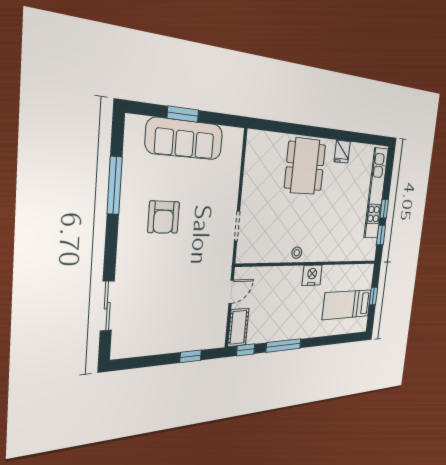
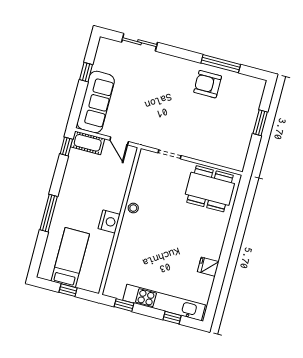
sofa: (185, 139) -> (96, 102), moved, turned 180
dining table: (305, 166) -> (210, 189), moved
window: (384, 209) -> (172, 318), moved
armchair: (164, 217) -> (208, 84), moved
window: (284, 345) -> (49, 213), moved
window: (191, 356) -> (86, 72), moved

